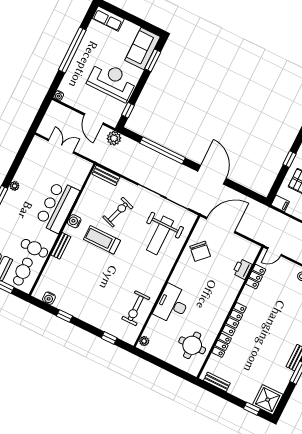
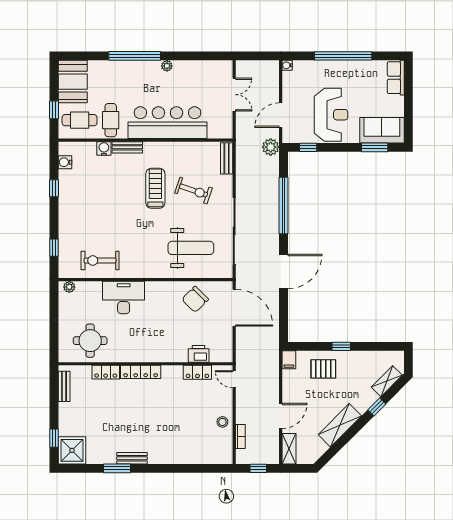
bar counter: (57, 207) -> (167, 123), width x1.36
water cooler: (74, 221) -> (104, 149), moved
weight bench: (160, 235) -> (191, 248), turned 180

